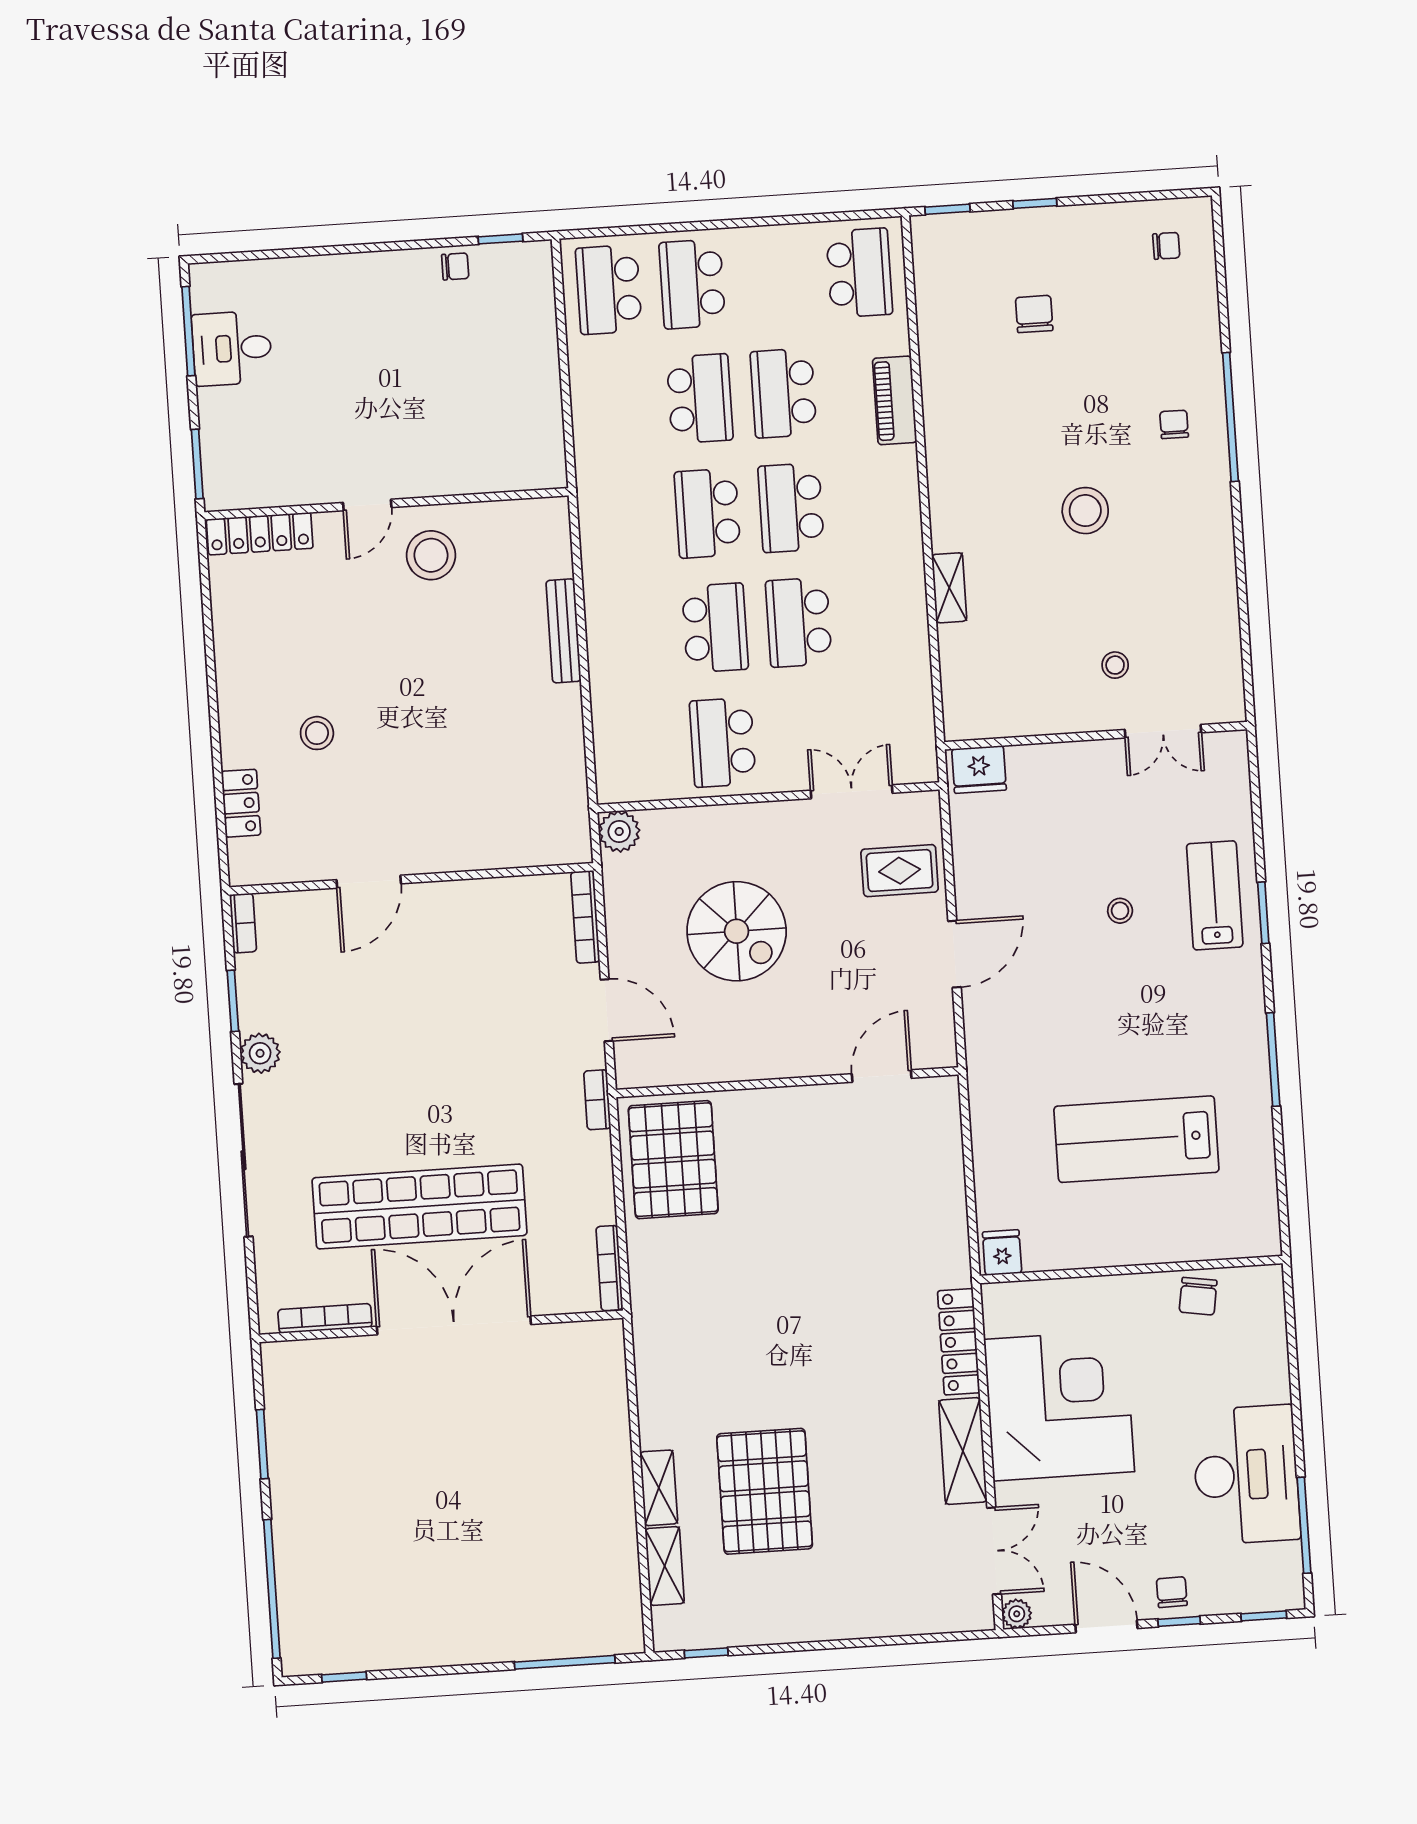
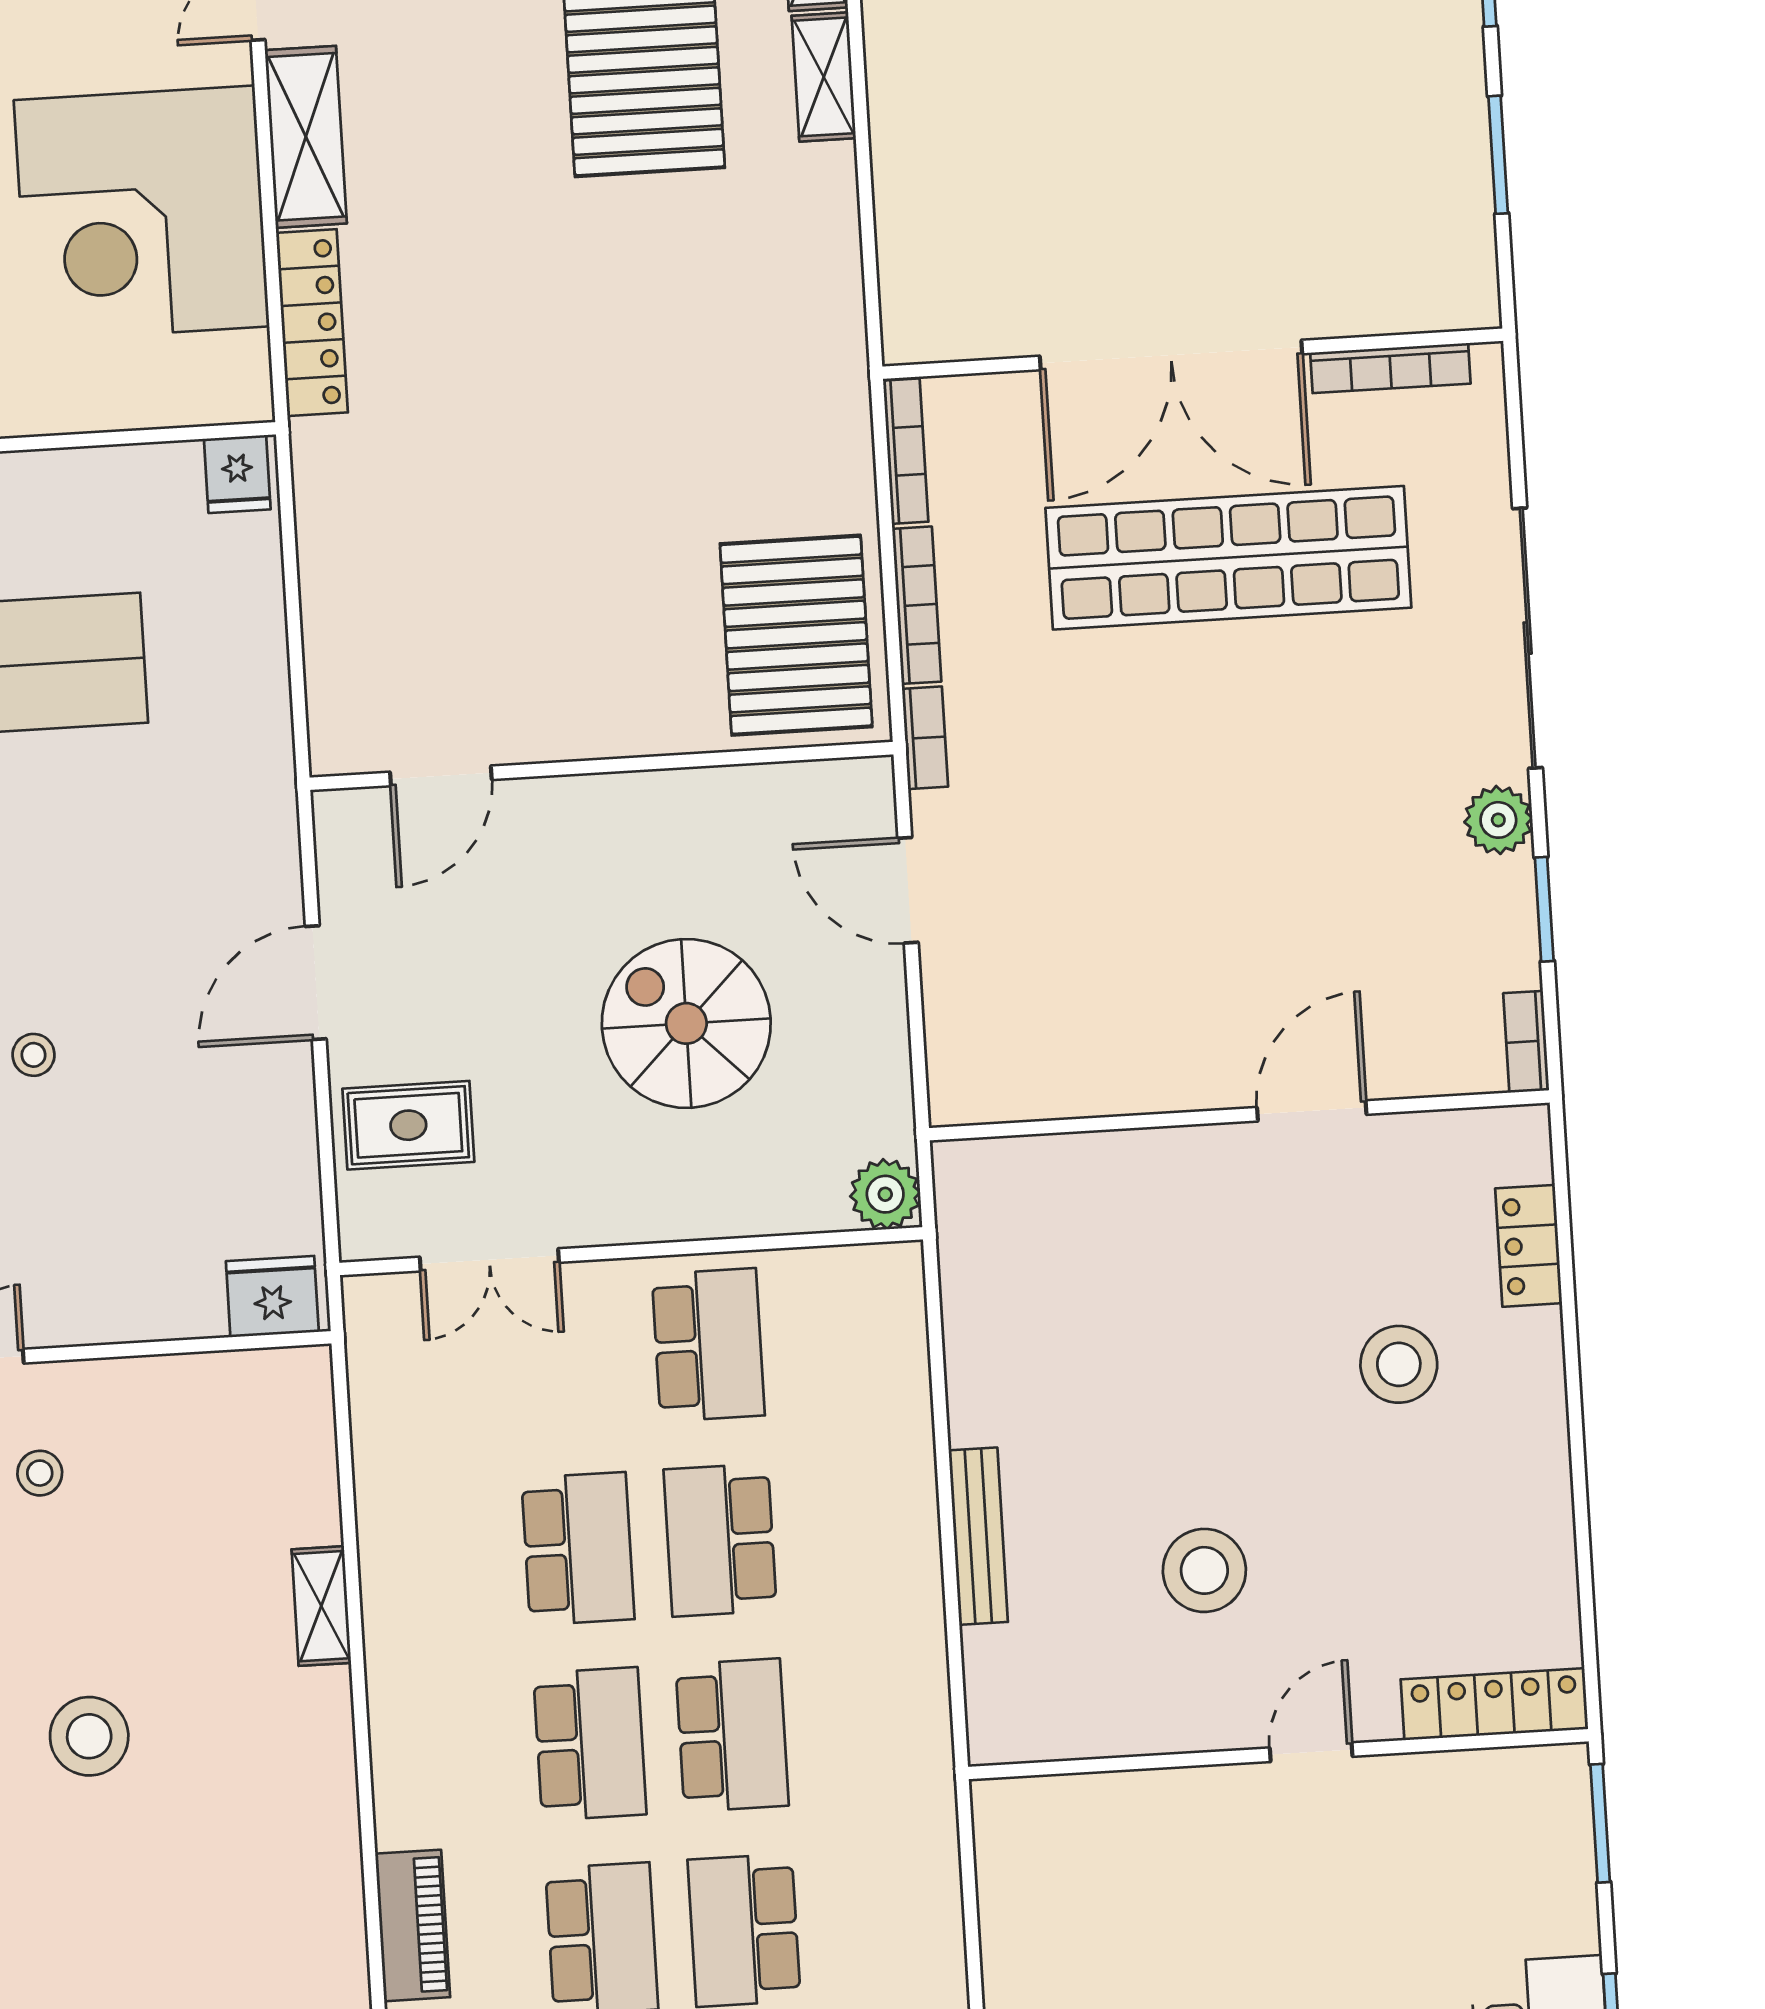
stool: (431, 555) -> (1204, 1570), moved
stool: (317, 733) -> (1399, 1364), width x1.38, depth x1.38
bookcase: (585, 917) -> (917, 605), moved

